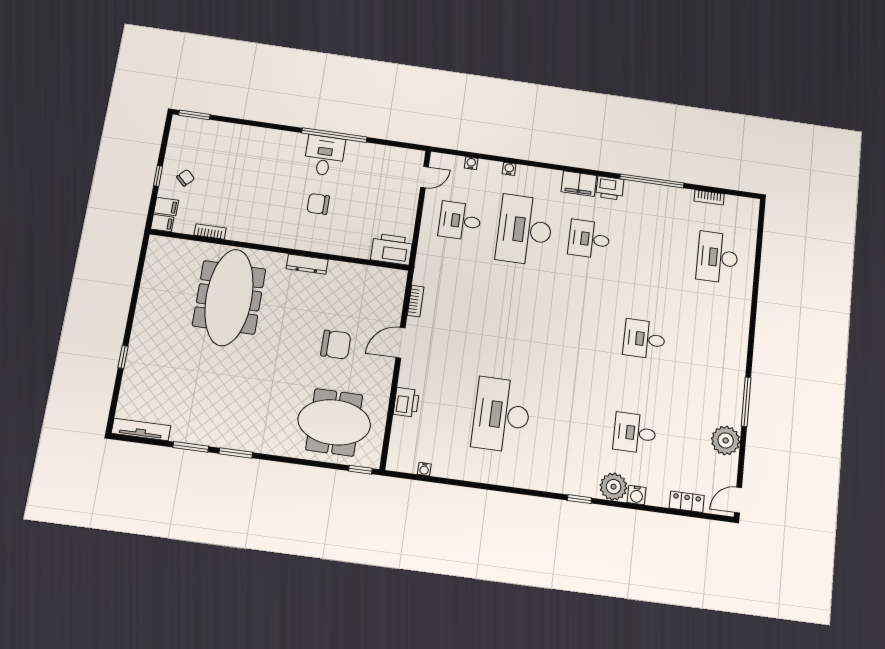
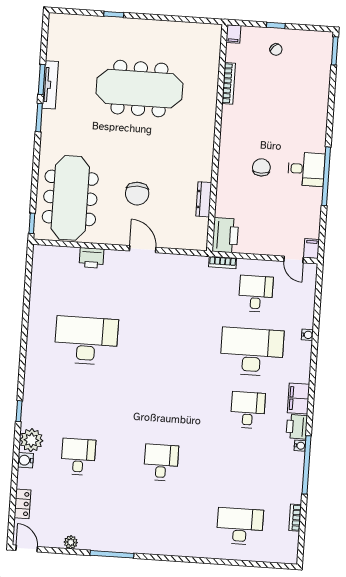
water cooler: (471, 163) -> (300, 446), moved
filing cabinet: (166, 206) -> (312, 249), moved, turned 180
bookcase: (210, 231) -> (229, 83), width x1.56
dresser: (307, 264) -> (204, 199), moved
meeting table: (229, 297) -> (139, 89), moved
bookcase: (416, 301) -> (223, 262), moved
meeting table: (334, 422) -> (70, 198), width x1.36
tv unit: (141, 430) -> (50, 85), moved
plant: (726, 440) -> (71, 542), width x0.53, depth x0.53
water cooler: (424, 469) -> (36, 277), removed

